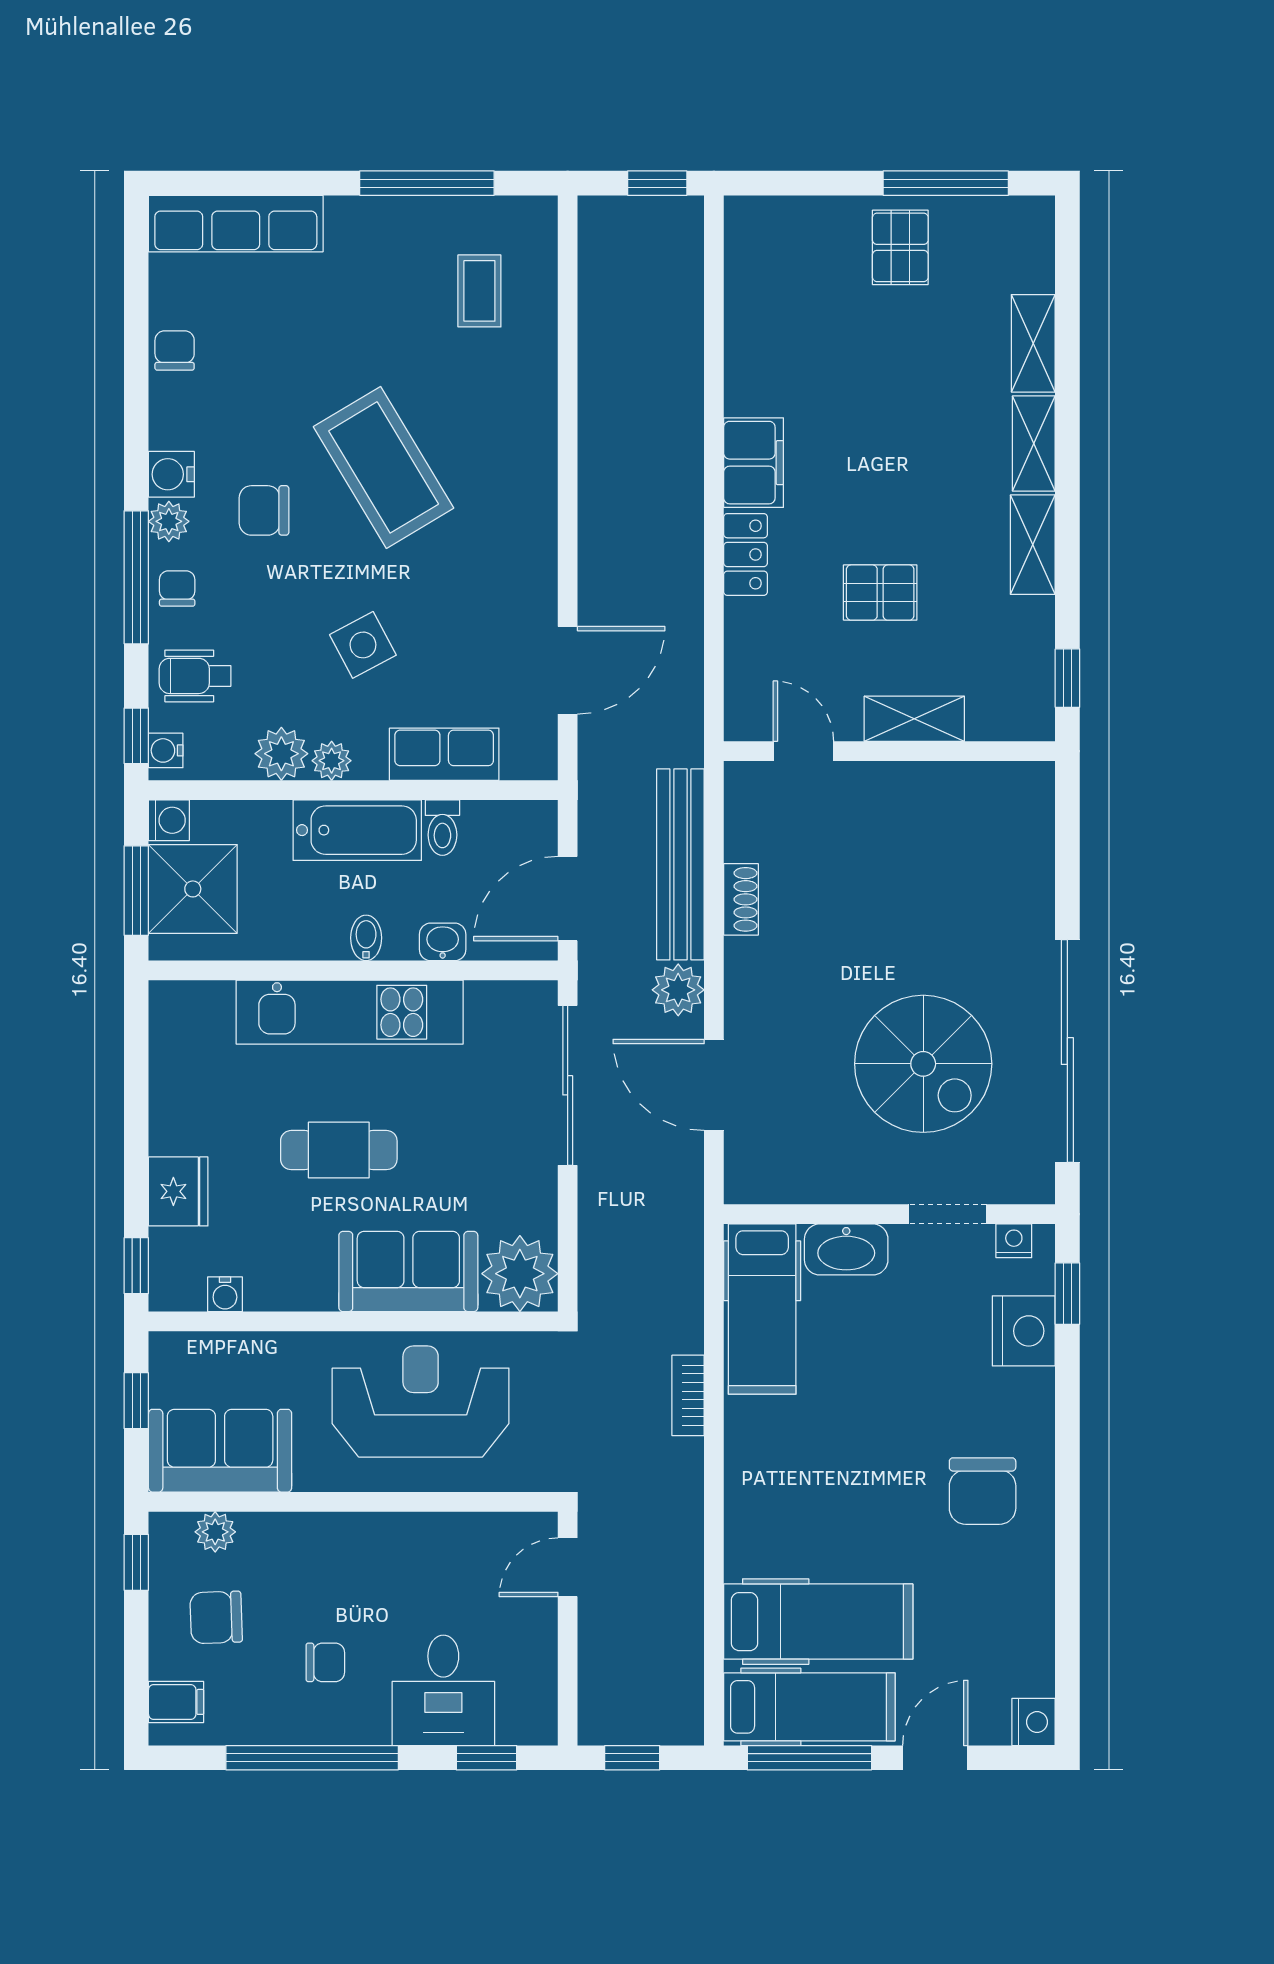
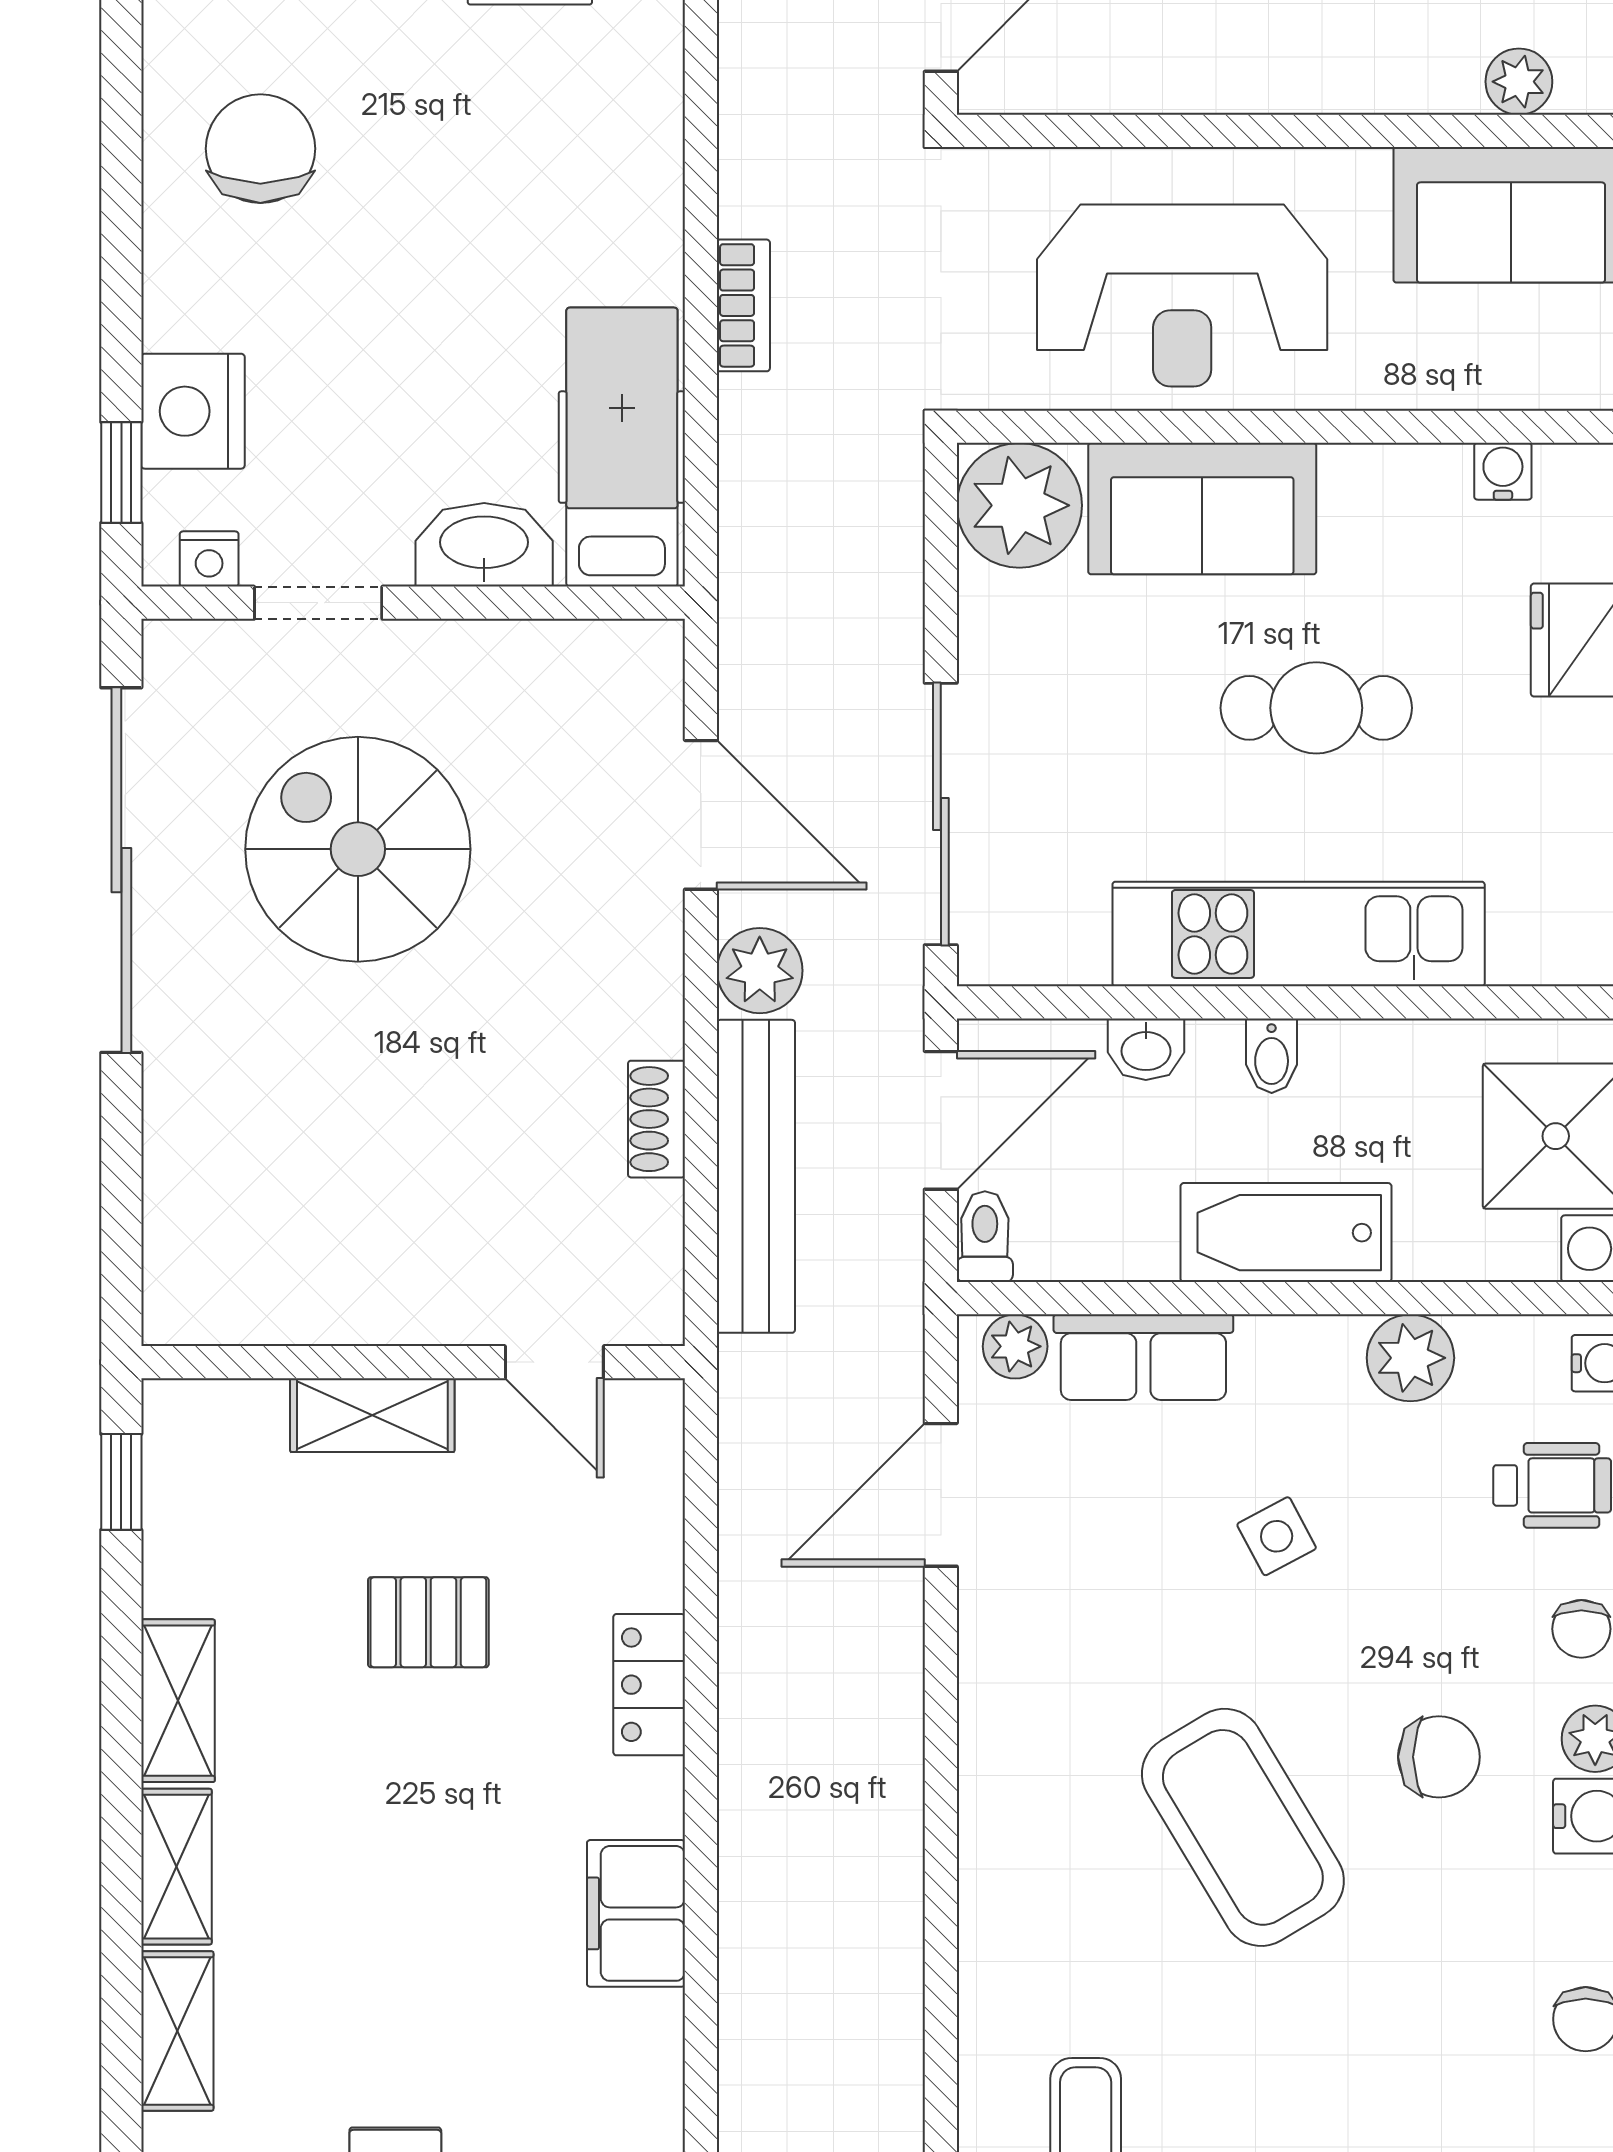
filing cabinet: (754, 463) -> (636, 1913), moved
side table: (363, 645) -> (1277, 1536), width x0.73, depth x0.73
plant: (332, 761) -> (1015, 1346), moved
toilet: (442, 828) -> (985, 1237), moved

